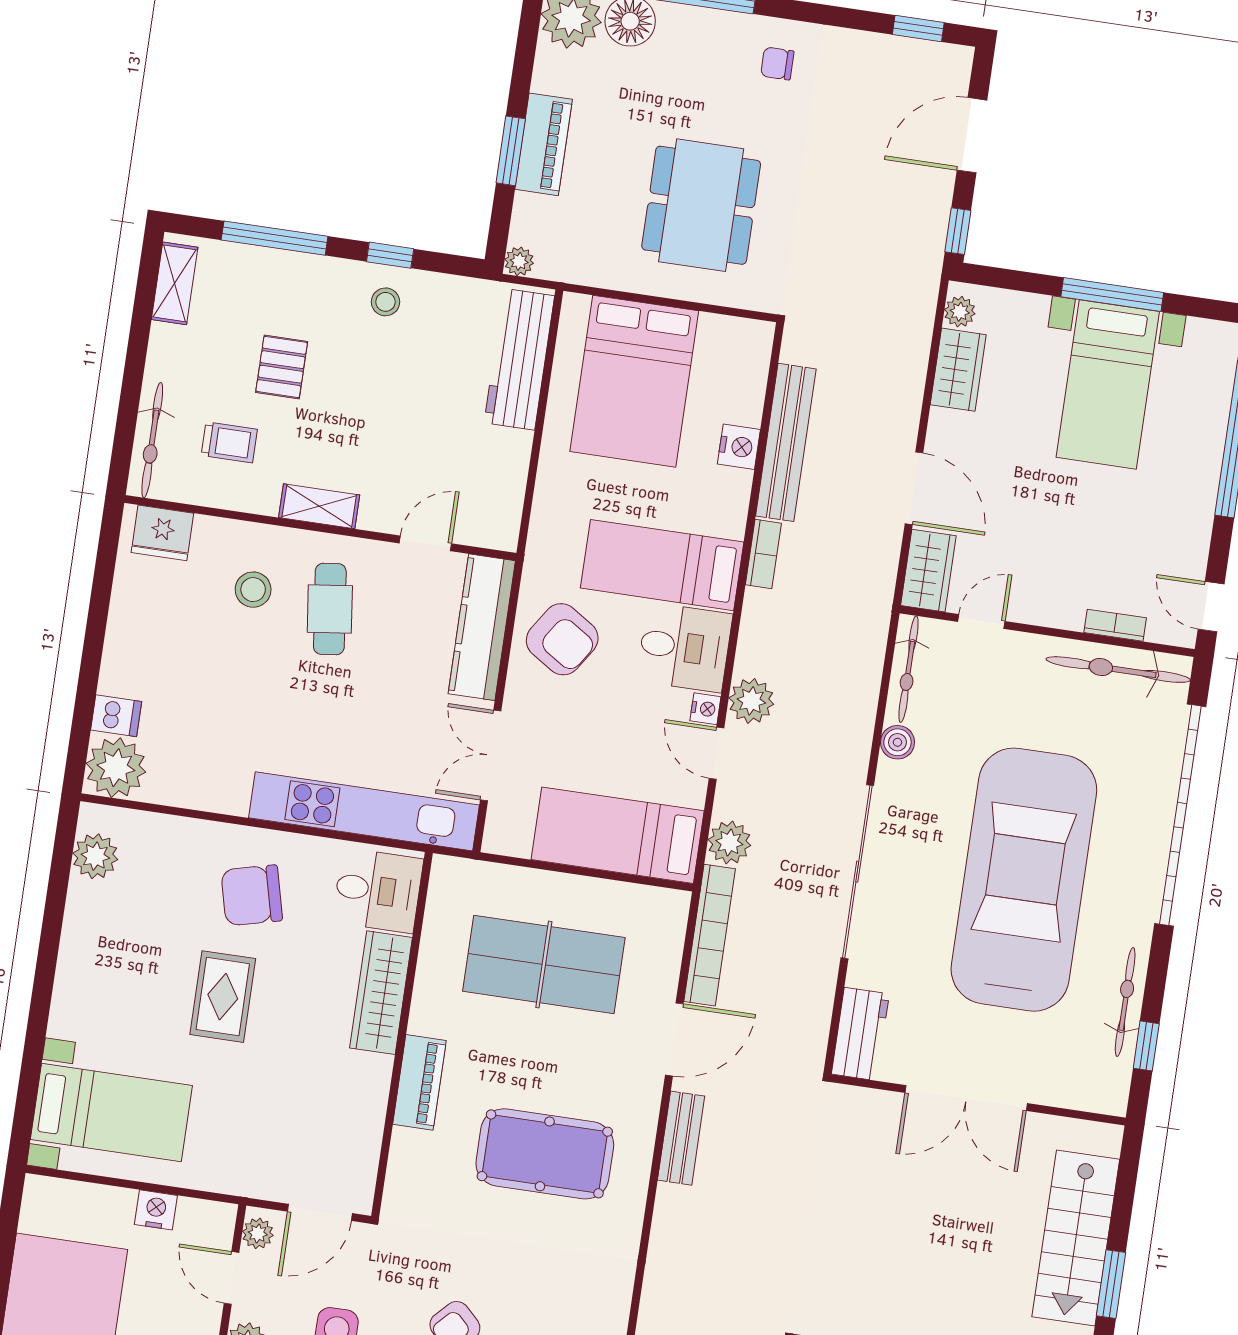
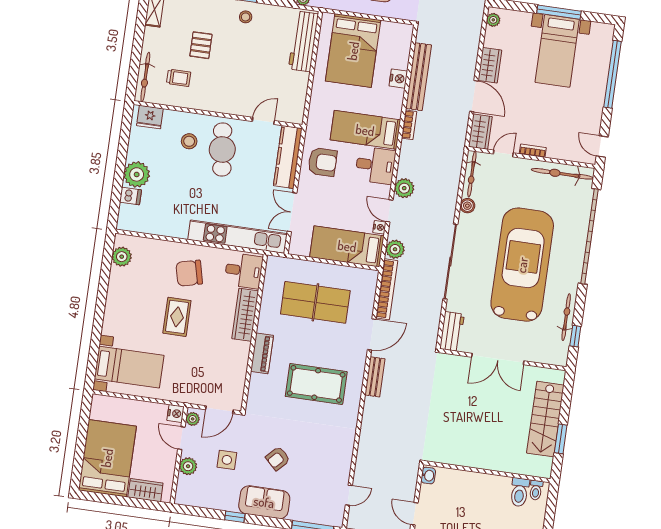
wardrobe: (958, 370) -> (490, 65), moved
shelving: (319, 506) -> (217, 105), removed
cafe table: (330, 609) -> (222, 149), width x1.37, depth x1.35
bookcase: (1115, 625) -> (533, 151), moved
armchair: (562, 639) -> (323, 162), turned -33
nightstand: (705, 709) -> (379, 227), moved
plant: (116, 768) -> (137, 174), moved
nightstand: (156, 1210) -> (175, 414), moved, turned 90

